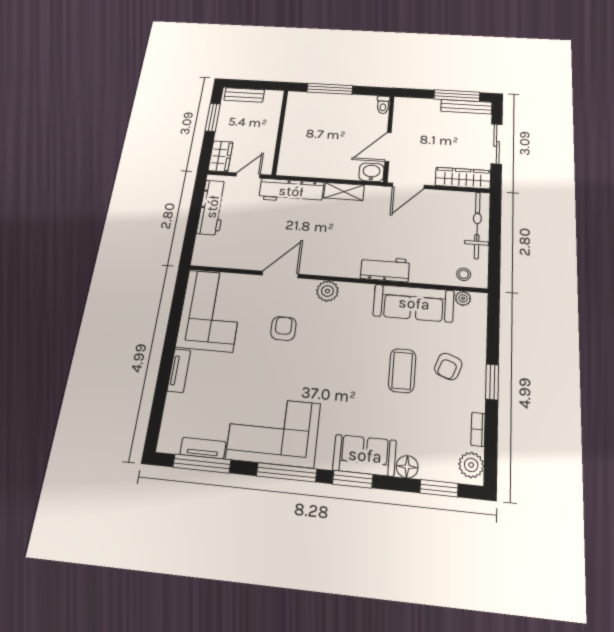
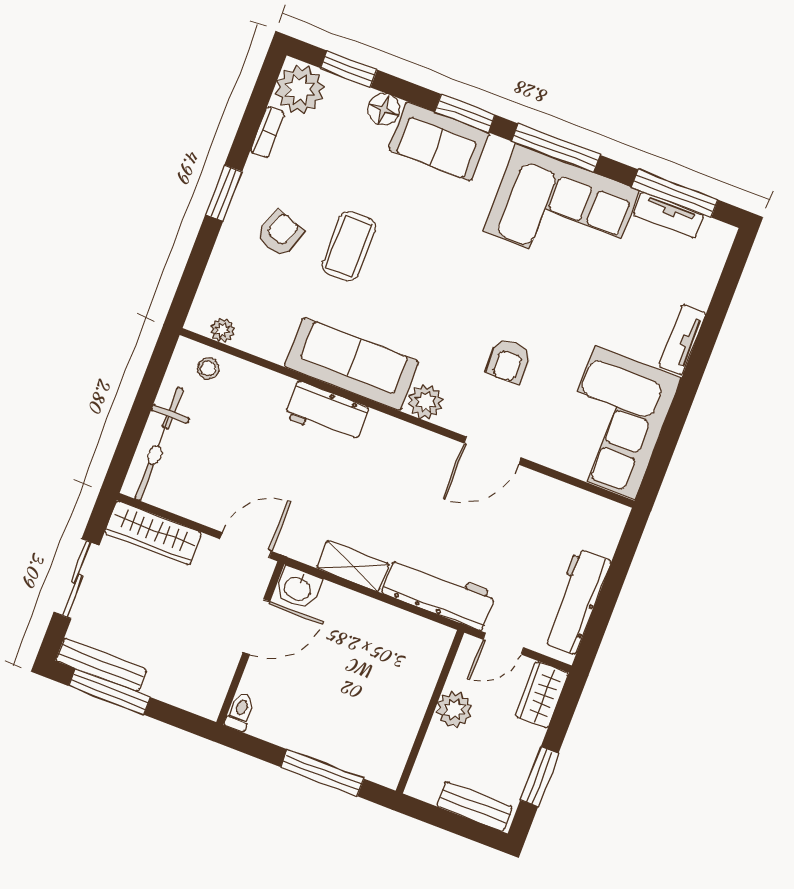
plant: (267, 136) -> (454, 710), added
sofa: (414, 303) -> (351, 364), moved
plant: (471, 465) -> (300, 90), width x1.36, depth x1.36

